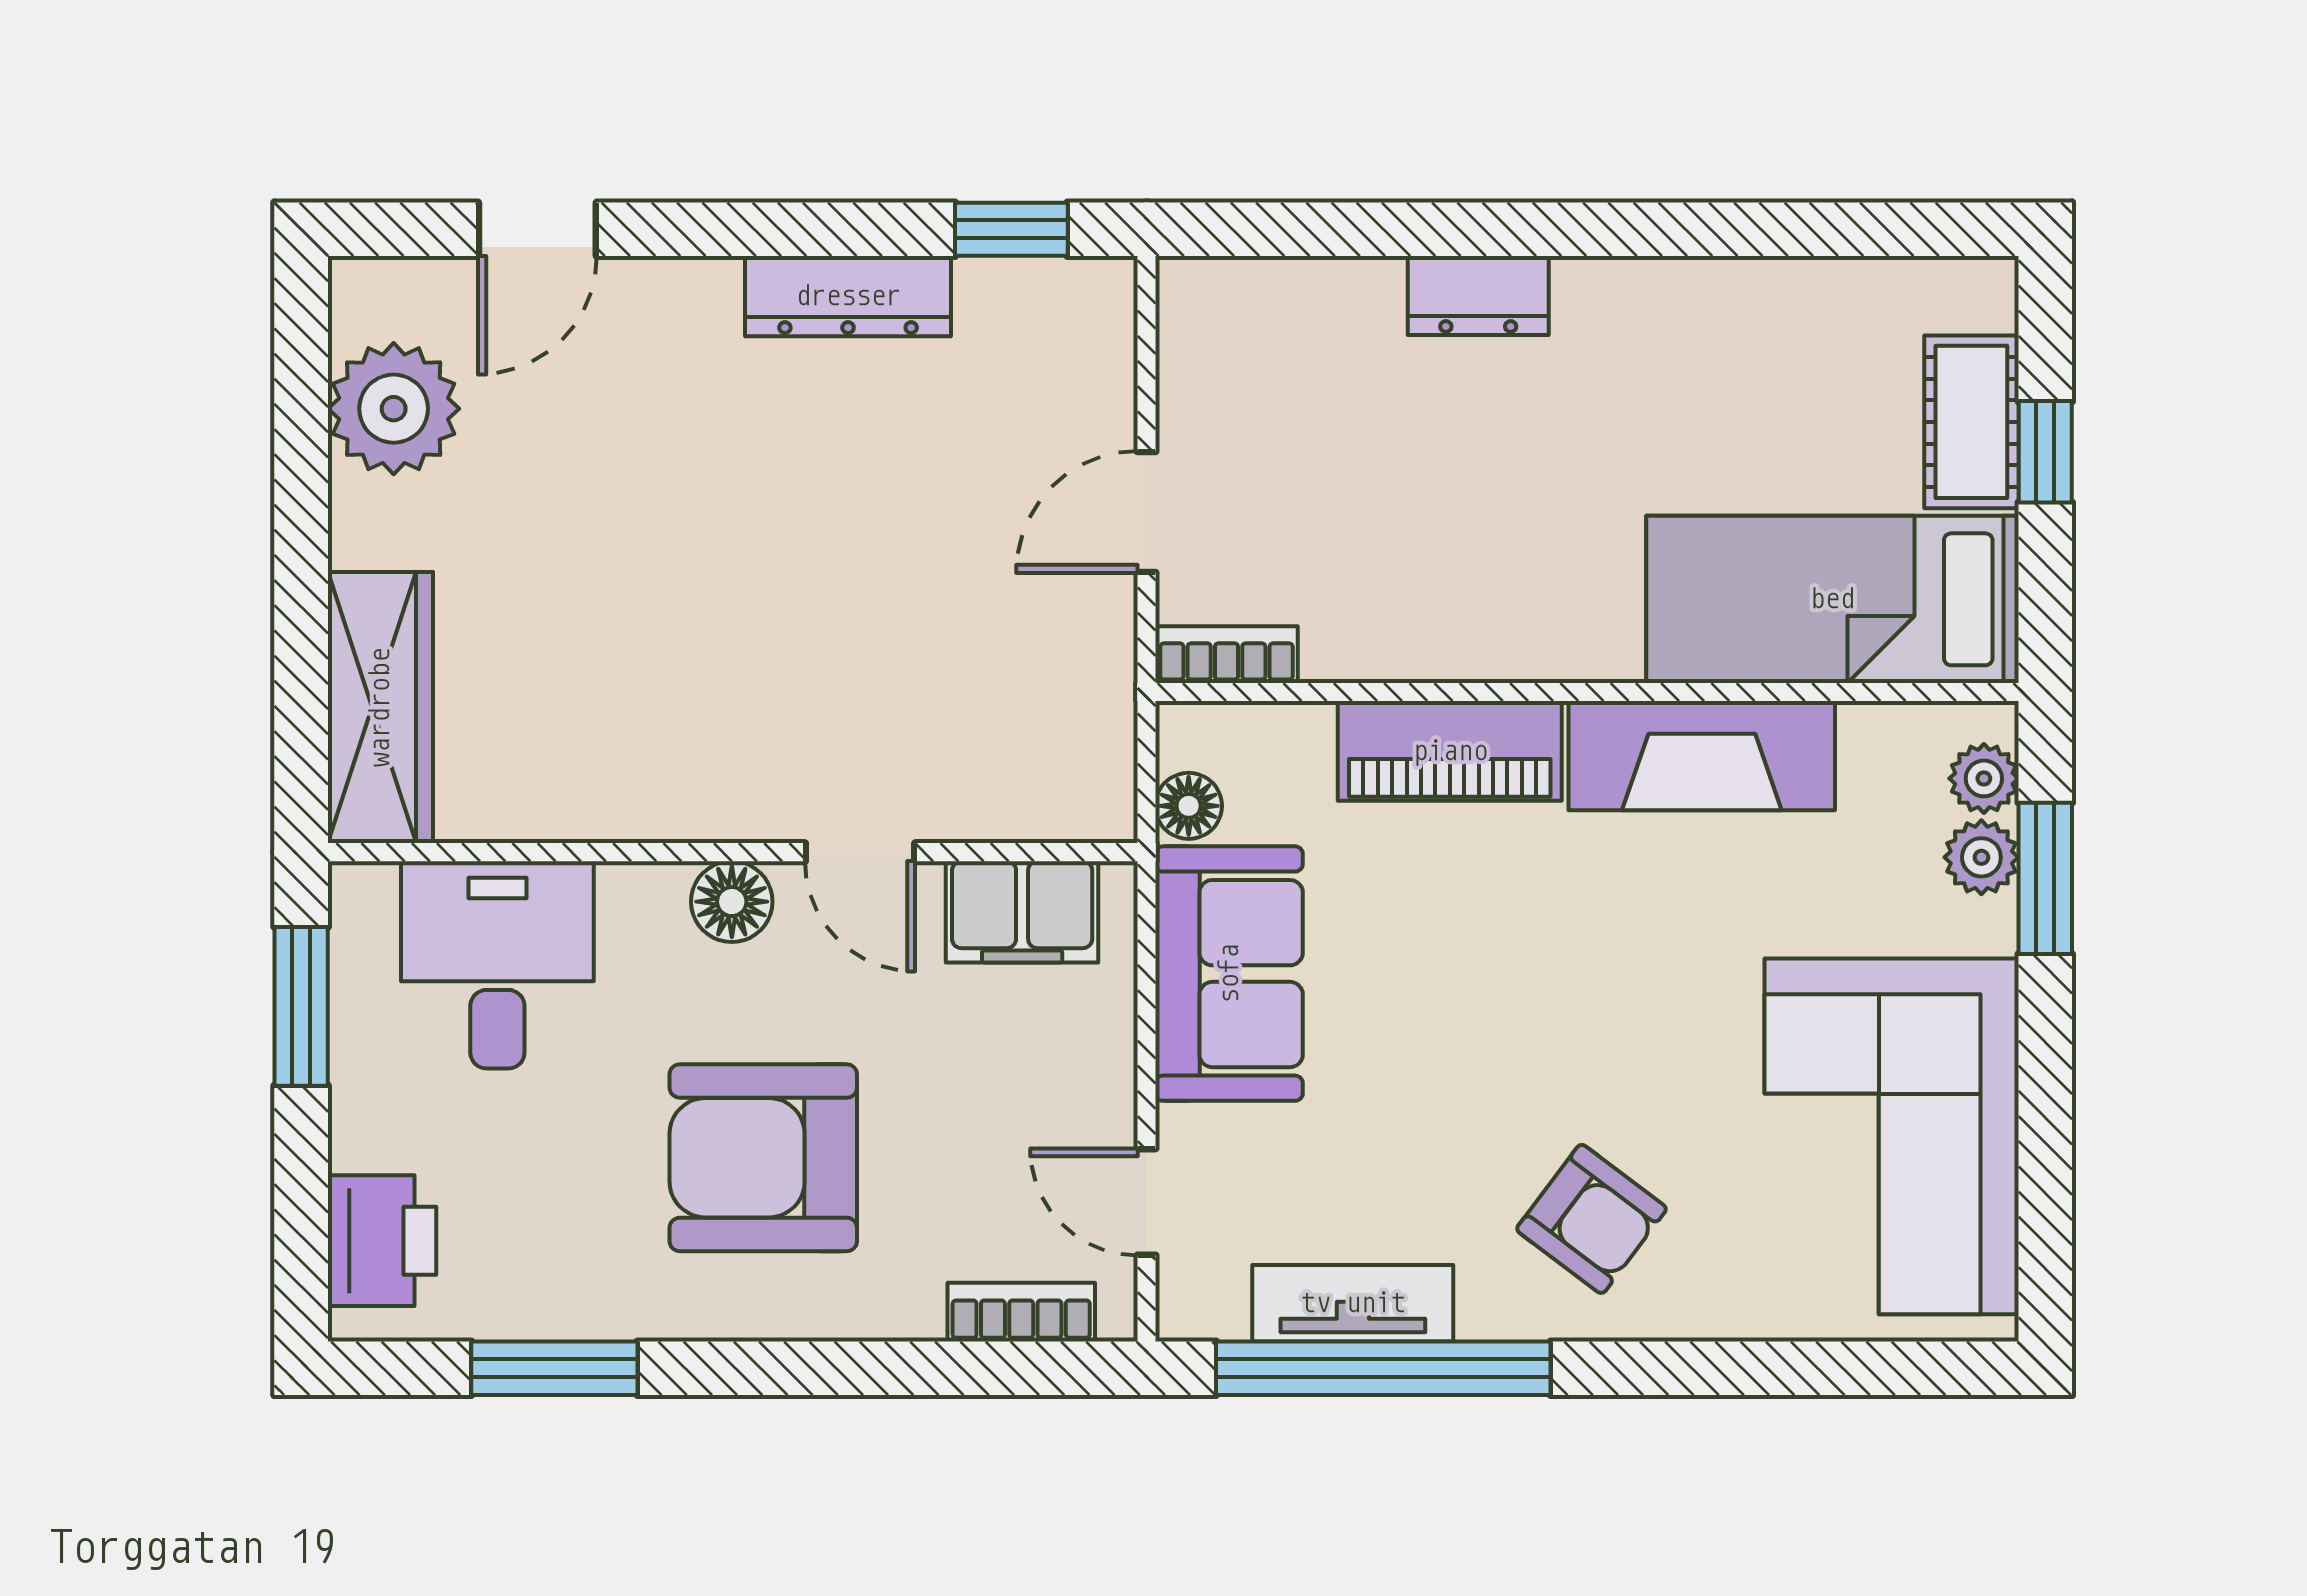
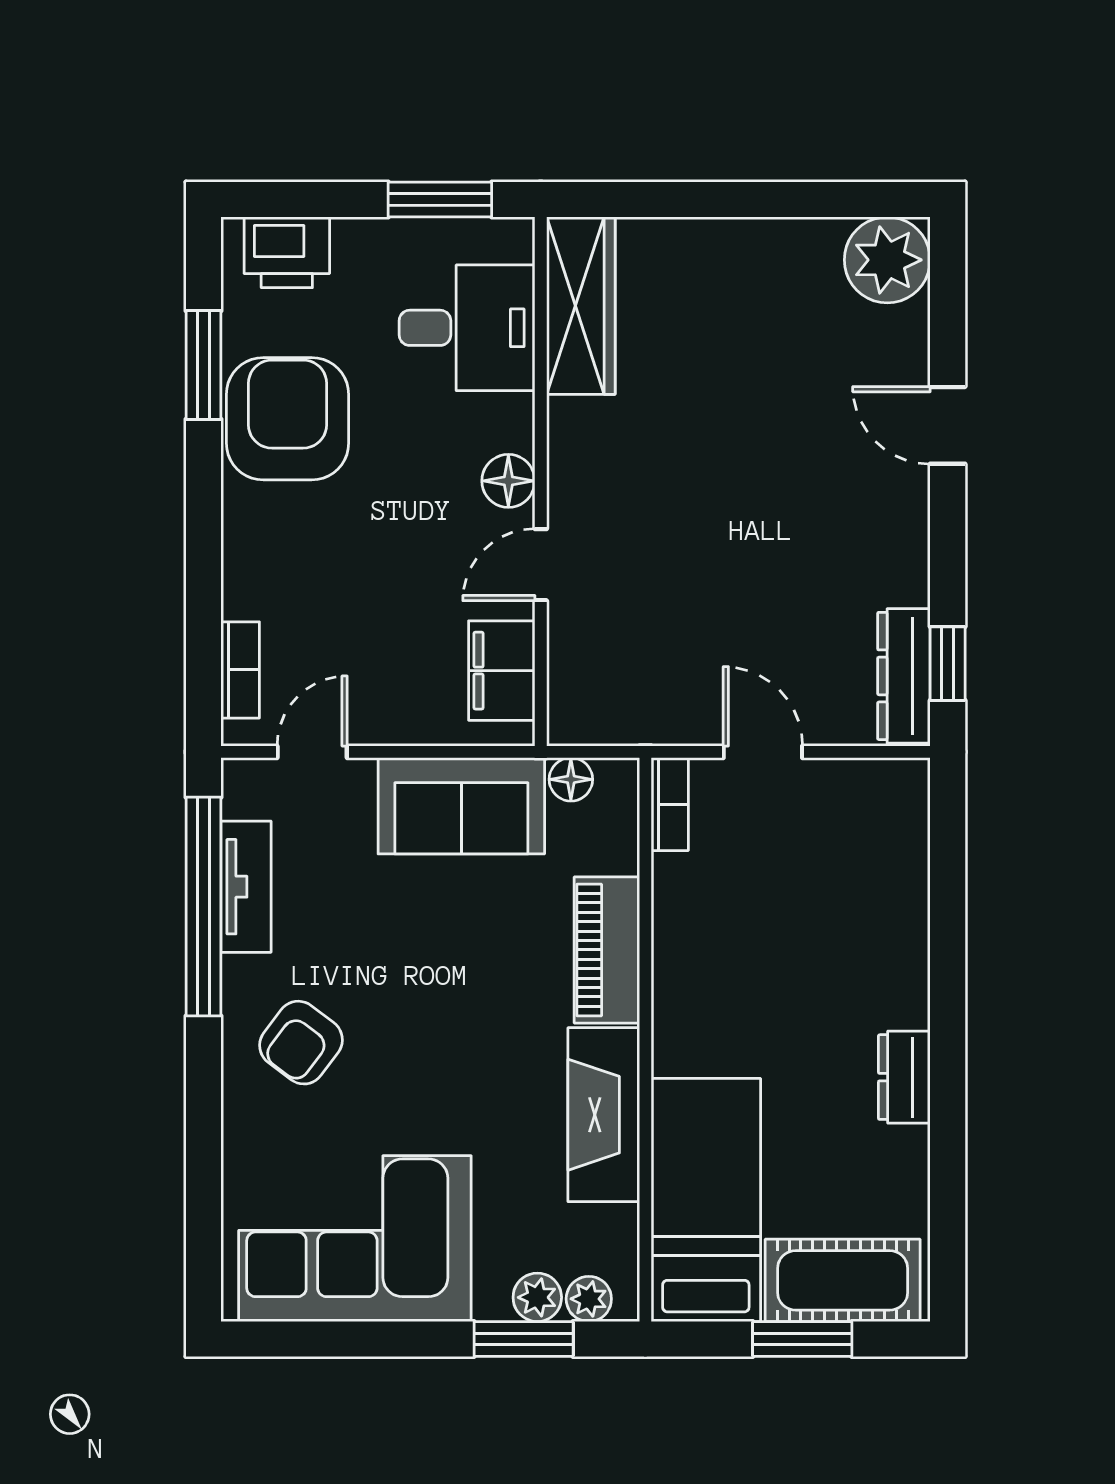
door: (537, 229) -> (948, 425), moved
dresser: (848, 296) -> (904, 676), moved
dresser: (1478, 296) -> (904, 1077), moved
plant: (394, 409) -> (887, 260), moved
cot: (1971, 422) -> (843, 1280), width x1.37, depth x1.34
window: (2045, 452) -> (802, 1339), width x1.50
wardrobe: (380, 708) -> (581, 306), moved, turned -90
armchair: (763, 1158) -> (288, 419), moved

